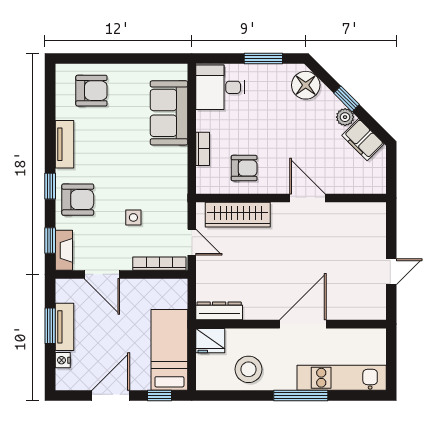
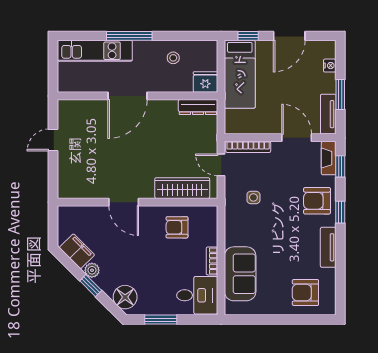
bookcase: (203, 149) -> (212, 261), moved
side table: (133, 217) -> (253, 197), moved
tv unit: (64, 327) -> (328, 114), moved
stool: (249, 369) -> (173, 58), width x0.53, depth x0.53

